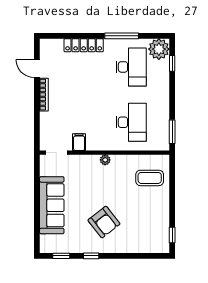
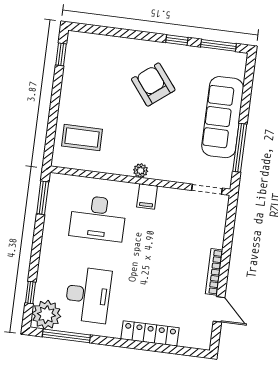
window: (122, 36) -> (66, 336), moved
desk: (131, 67) -> (88, 295), turned 180
desk: (131, 122) -> (98, 218), turned -90
filing cabinet: (79, 142) -> (147, 196), moved
window: (37, 185) -> (240, 148), added
window: (61, 256) -> (218, 45), width x1.50

